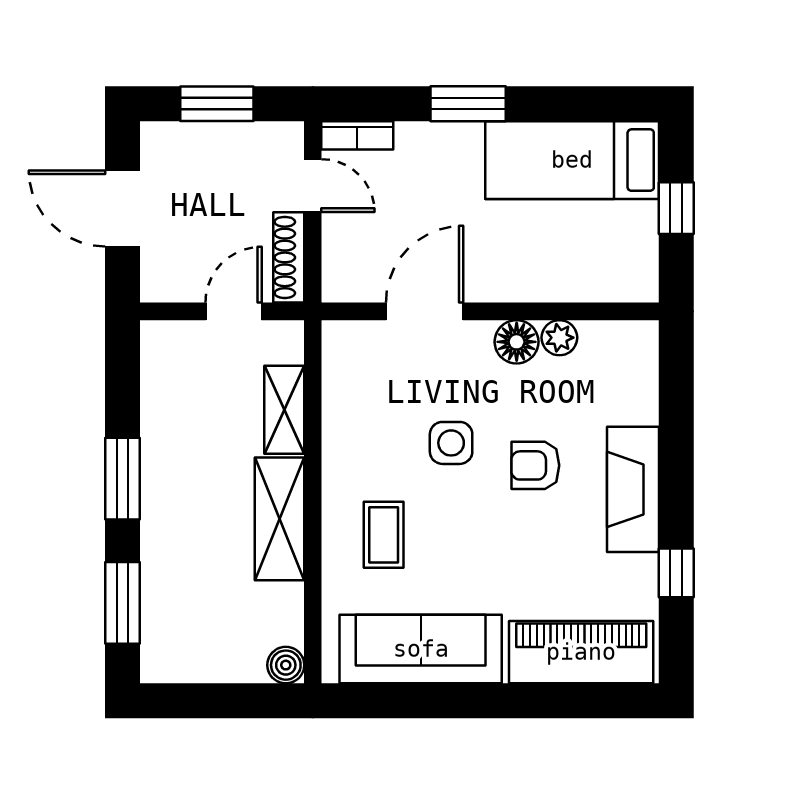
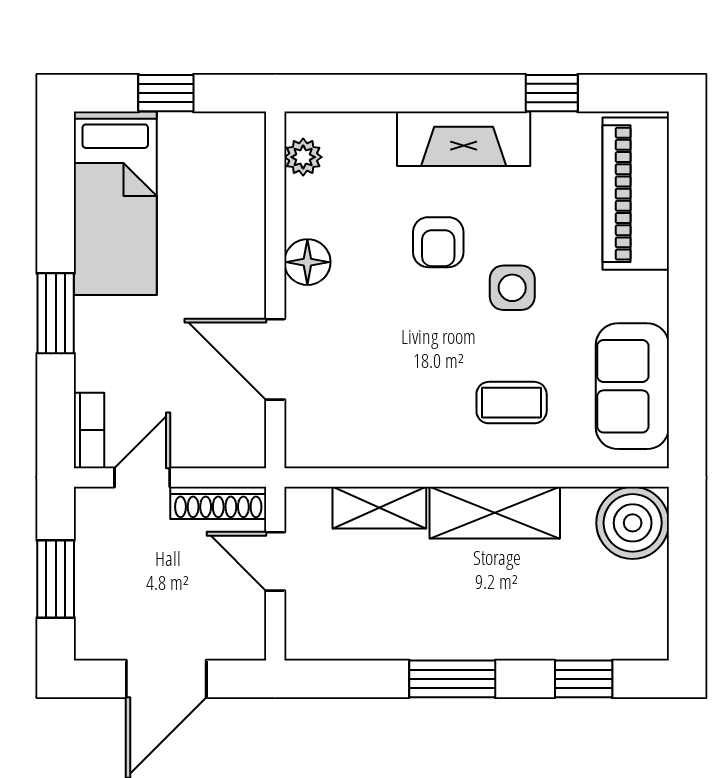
plant: (559, 338) -> (303, 157), moved
side table: (451, 443) -> (512, 288), moved
window: (122, 603) -> (584, 679), width x0.67
sofa: (421, 649) -> (632, 386), width x0.73
boiler: (286, 665) -> (633, 523), width x1.86, depth x1.86

